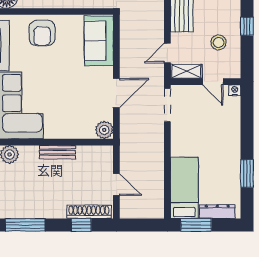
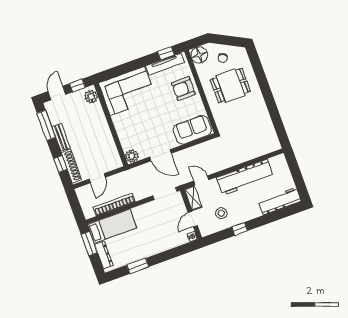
bench: (57, 152) -> (61, 138), moved
bookcase: (158, 175) -> (114, 205), added

